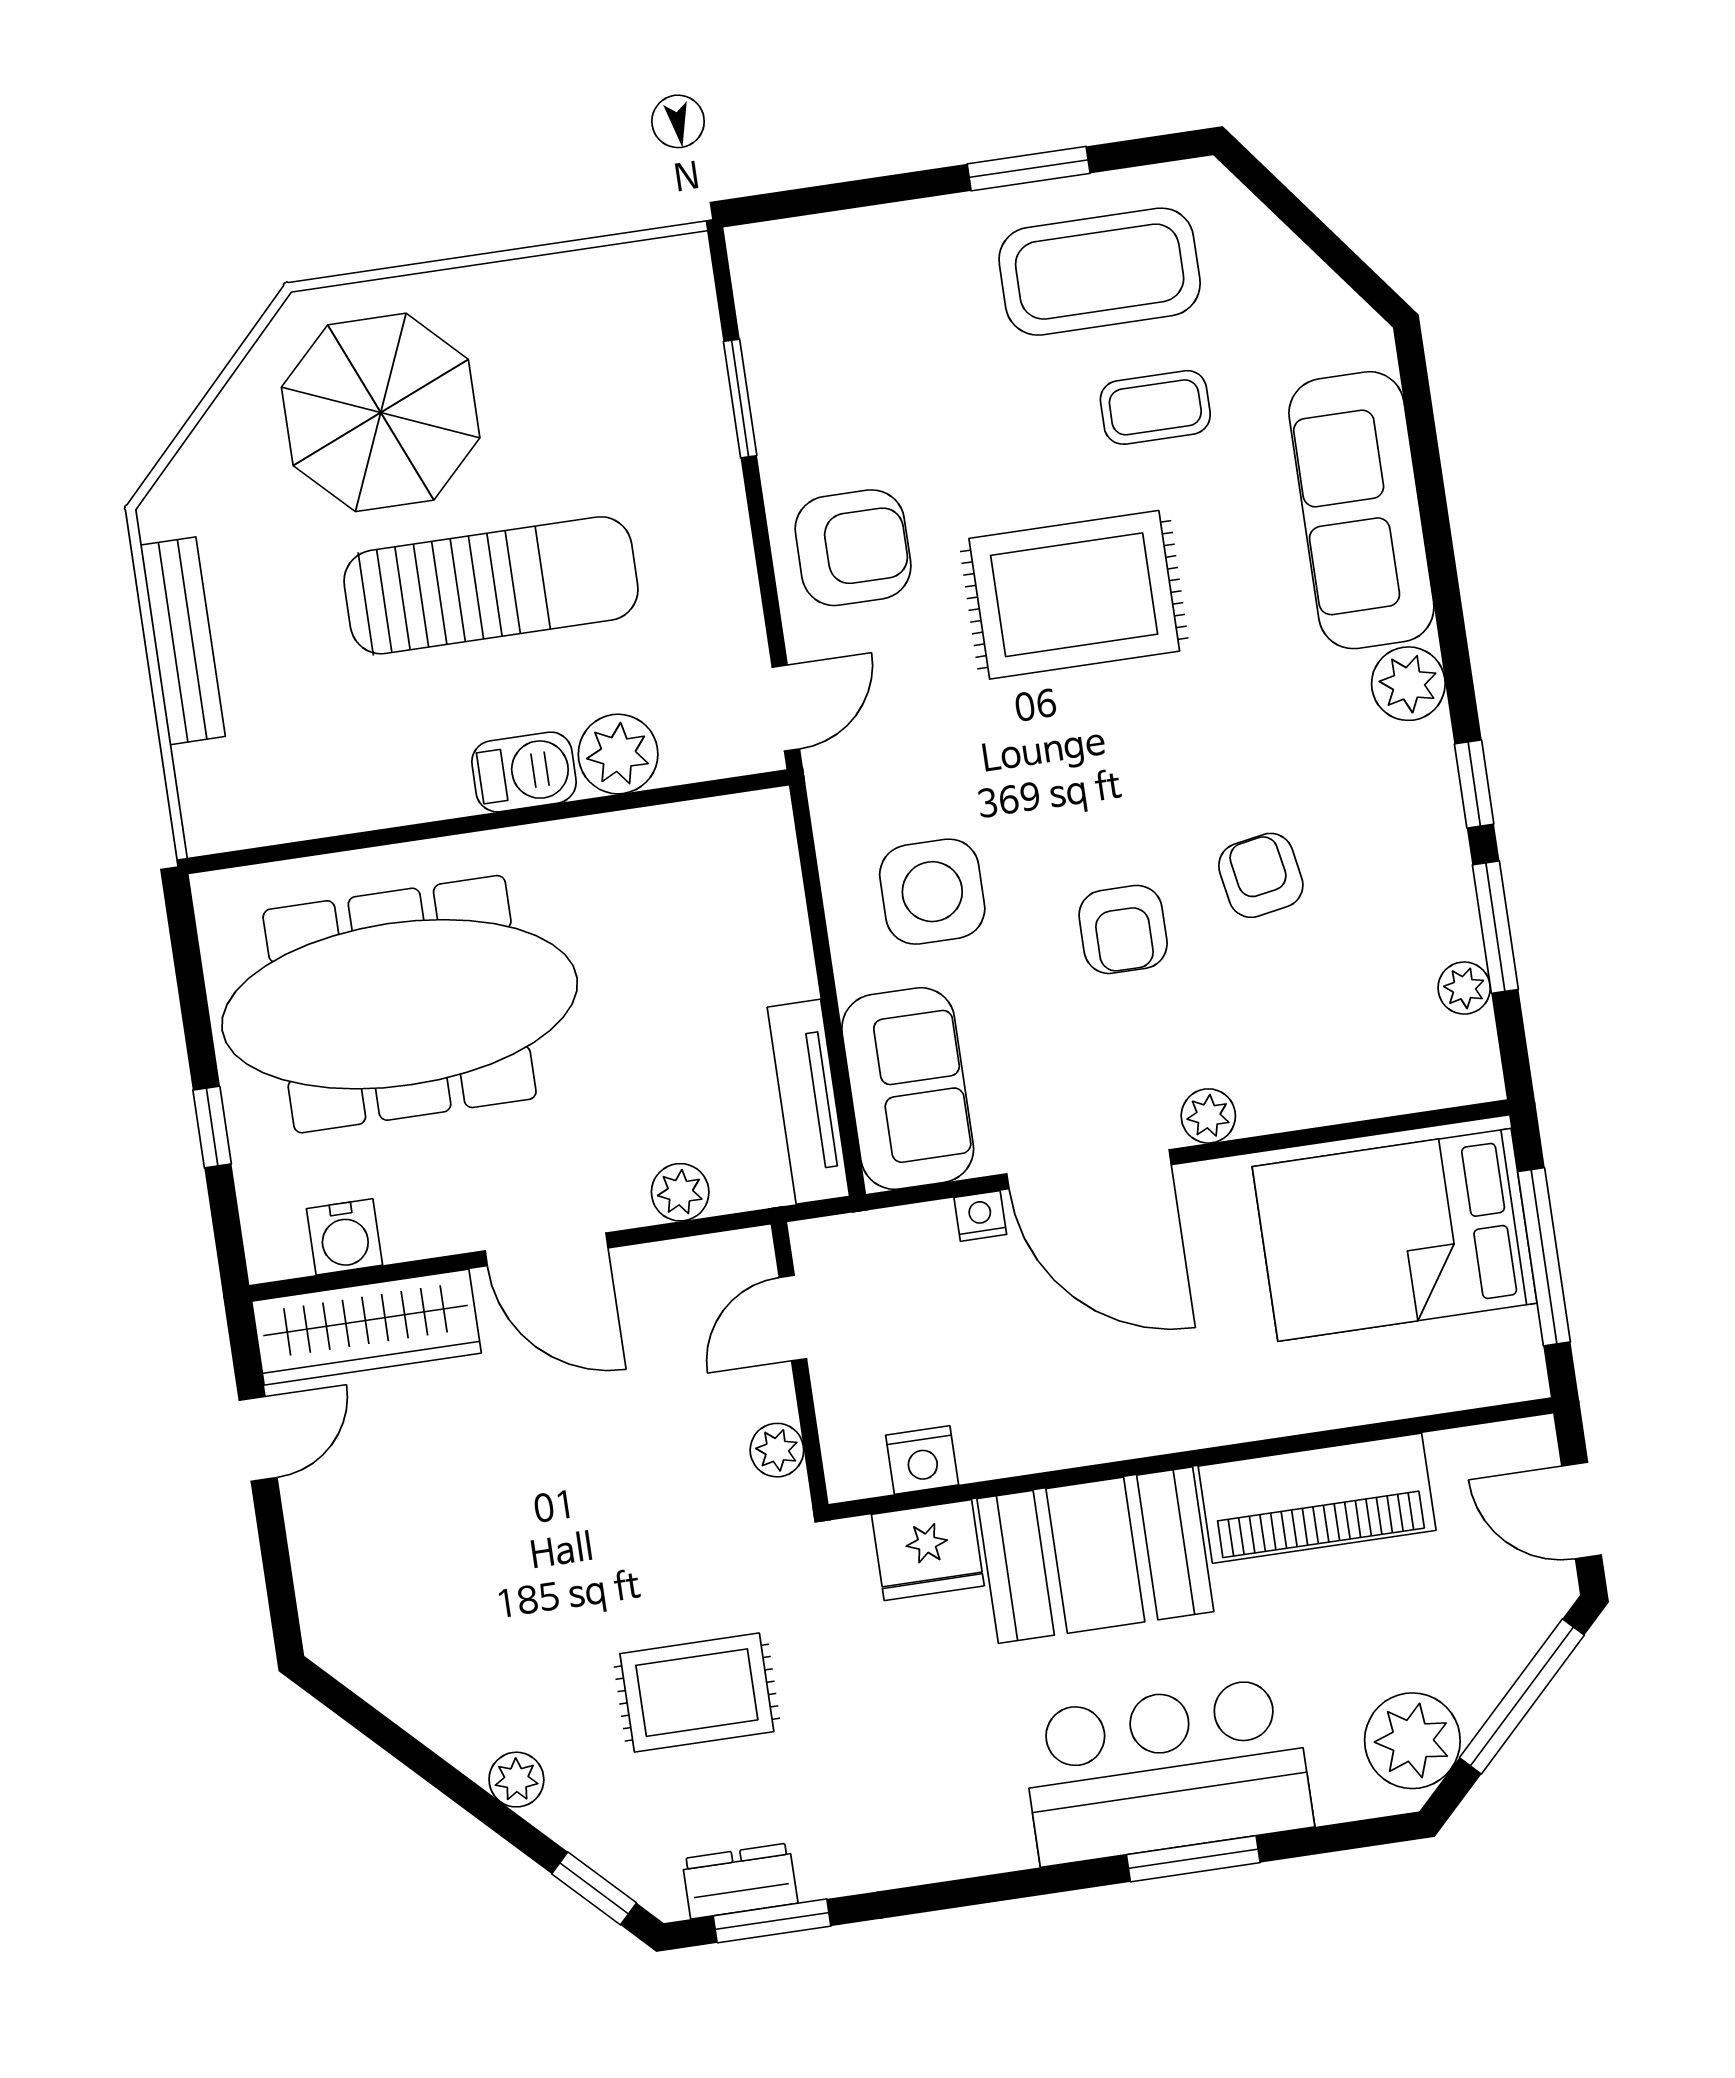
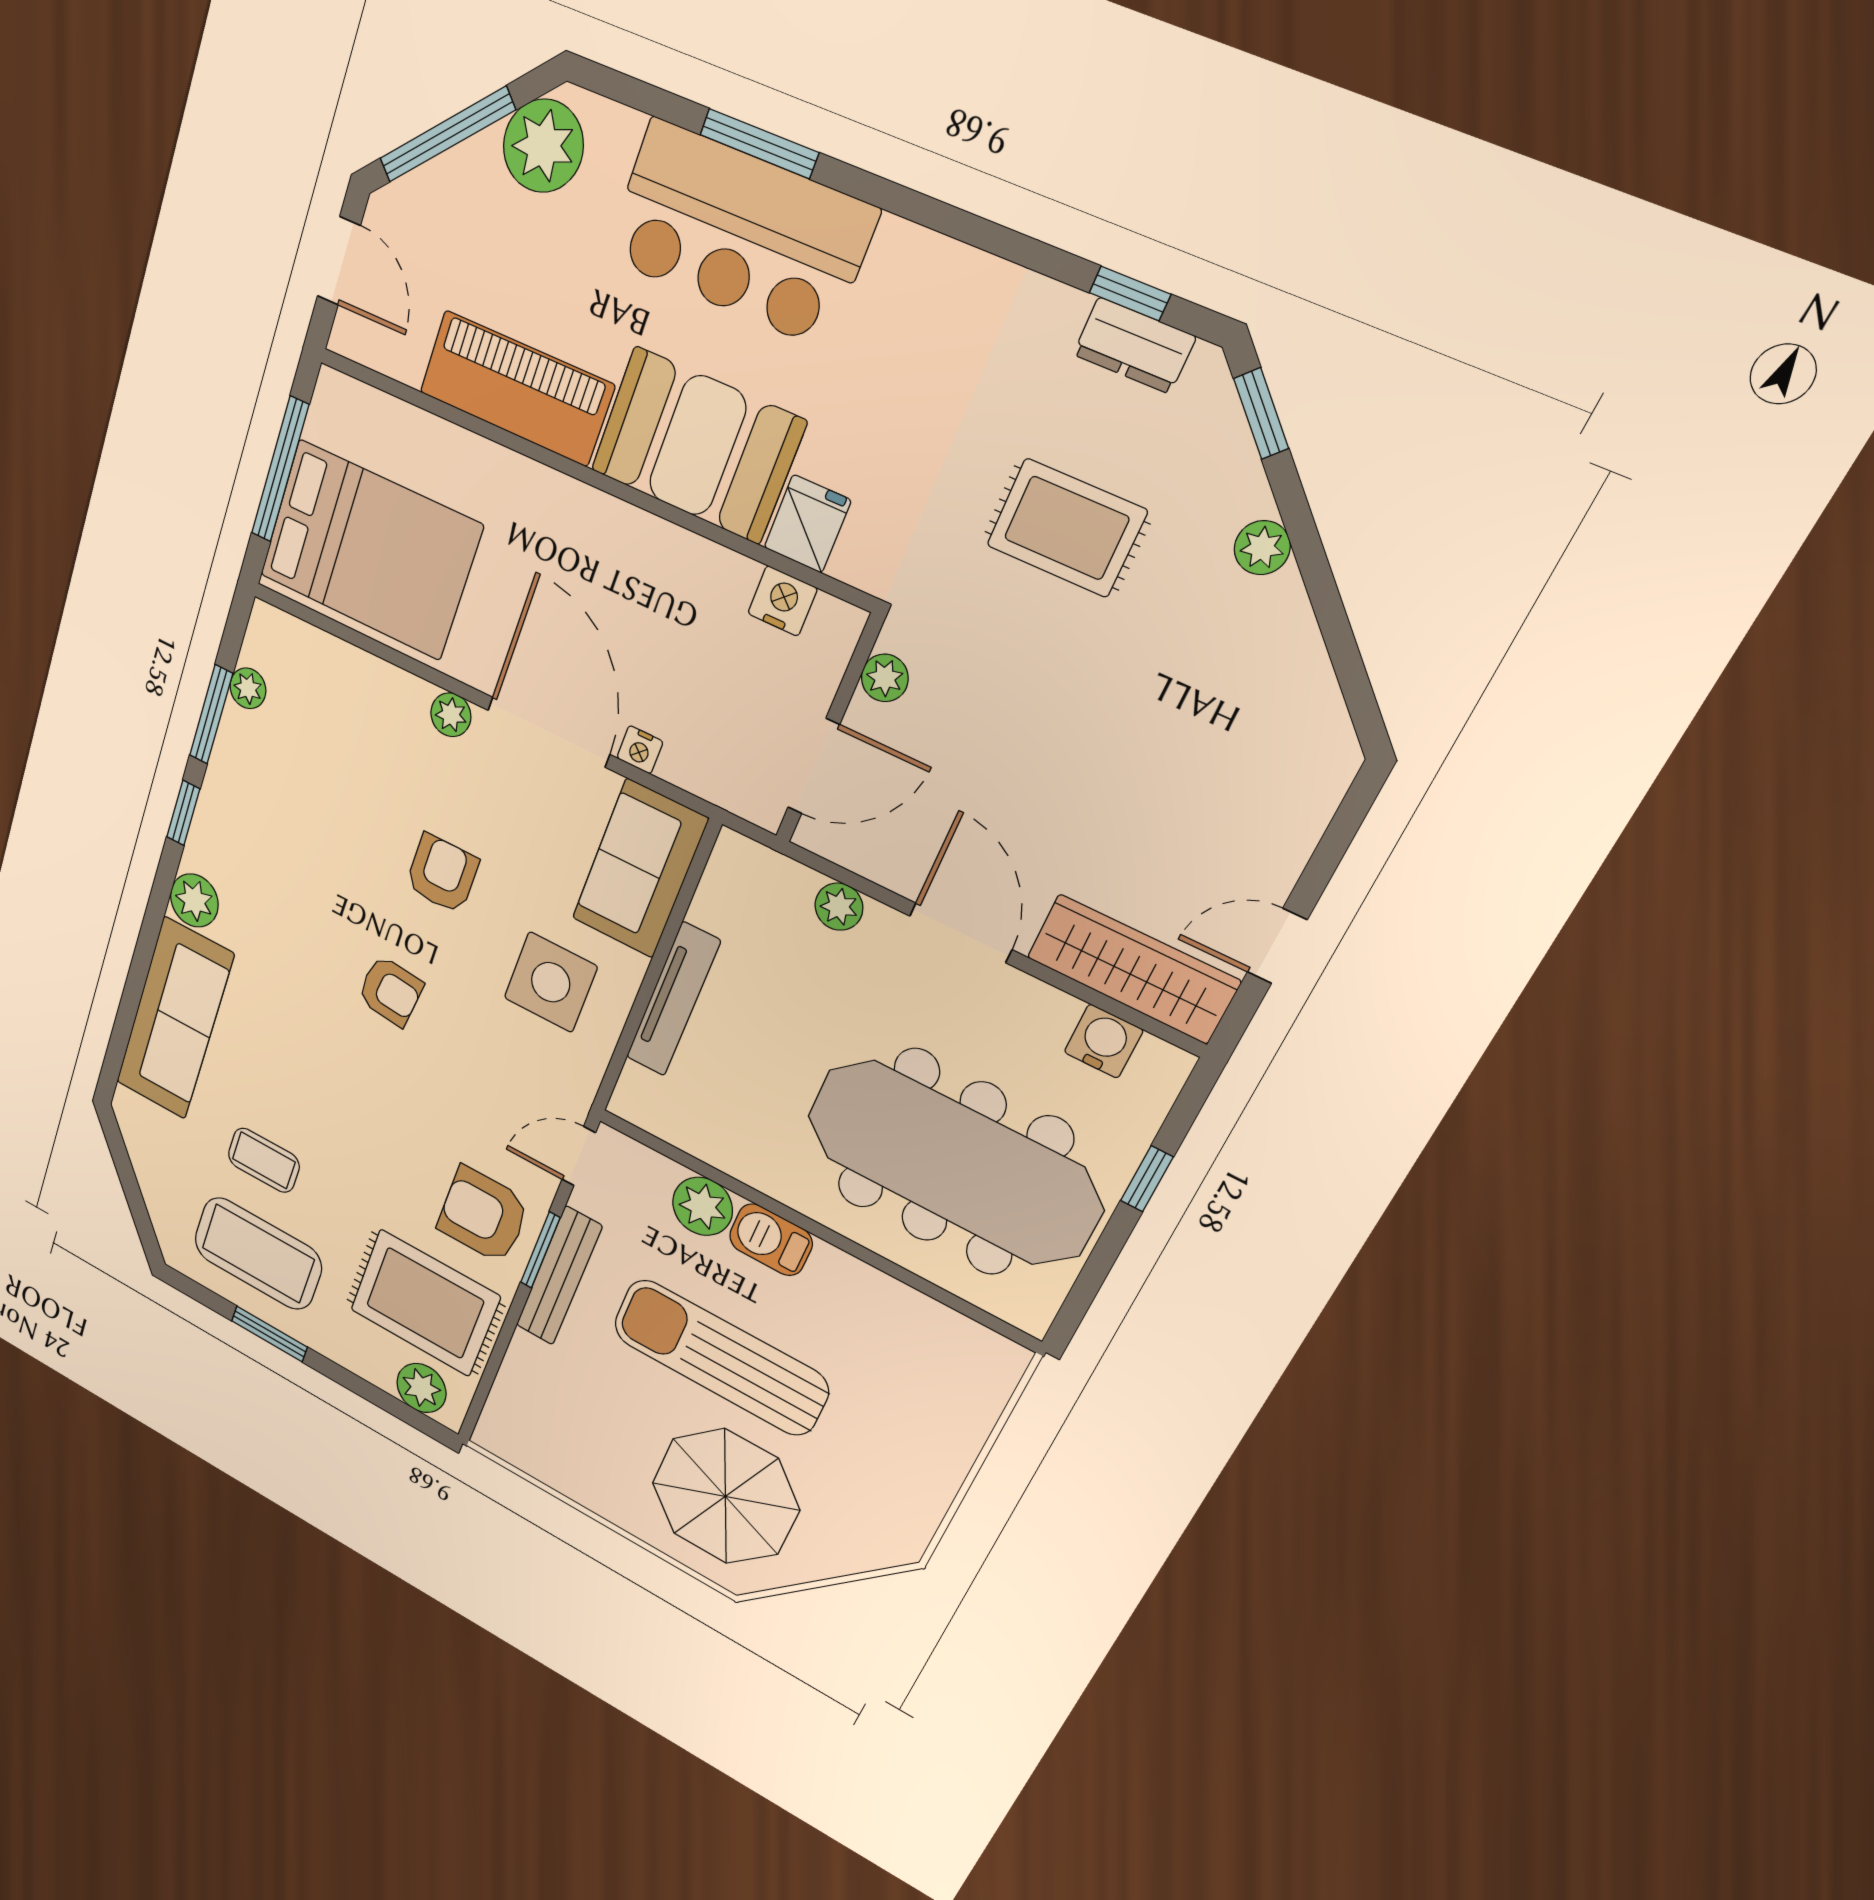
plant: (802, 254) -> (421, 1388), added
window: (740, 399) -> (540, 1250), moved
rug: (1074, 595) -> (425, 1303), moved
bench: (183, 641) -> (559, 1276), moved
armchair: (1261, 875) -> (390, 991), moved, turned -74
tv unit: (808, 1102) -> (673, 999), moved
door: (793, 1318) -> (814, 766), width x1.38
fridge: (928, 1550) -> (807, 524), width x0.72
window: (772, 1921) -> (1130, 293), width x0.67

